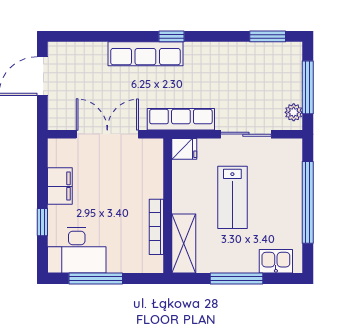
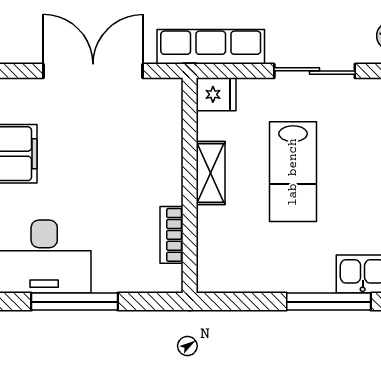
bookcase: (156, 227) -> (171, 235), width x0.64
shelving: (184, 244) -> (211, 173), moved, width x0.67, depth x0.75
window: (237, 278) -> (329, 302), moved

